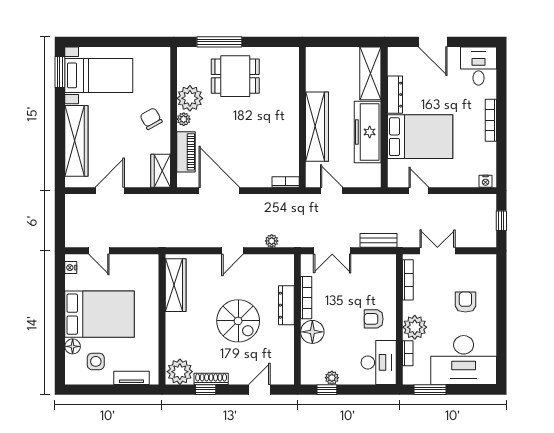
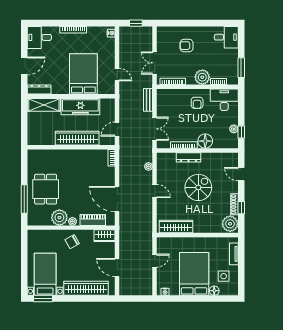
dresser: (395, 95) -> (39, 89), moved
door: (219, 191) -> (117, 199), hinge flipped
door: (419, 191) -> (117, 75), swing flipped
door: (99, 251) -> (155, 261), moved
desk: (464, 360) -> (226, 37), width x0.53, depth x0.77

